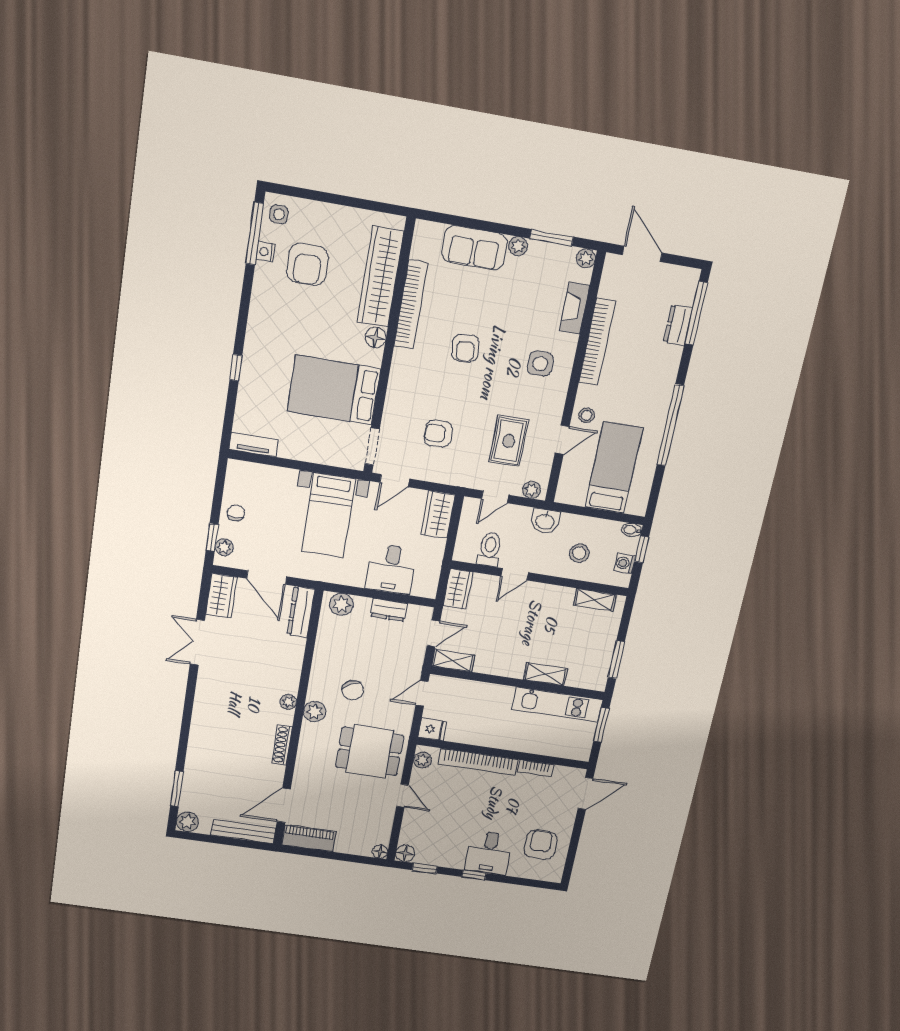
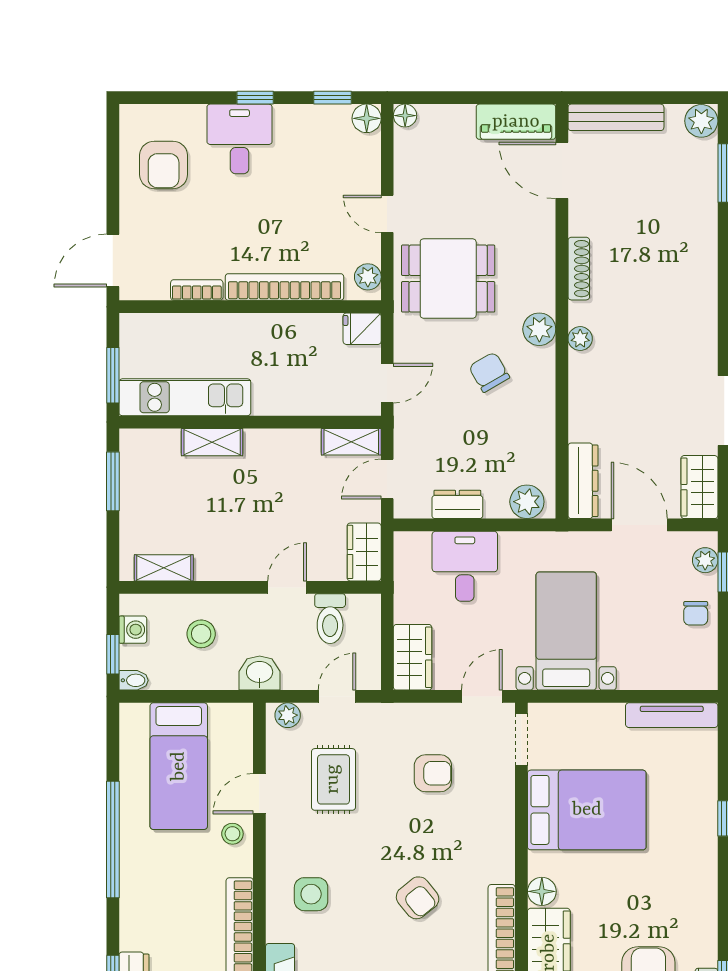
armchair: (465, 348) -> (418, 898), turned 147
tv unit: (253, 445) -> (672, 715), width x1.41
door: (284, 805) -> (562, 170), swing flipped

